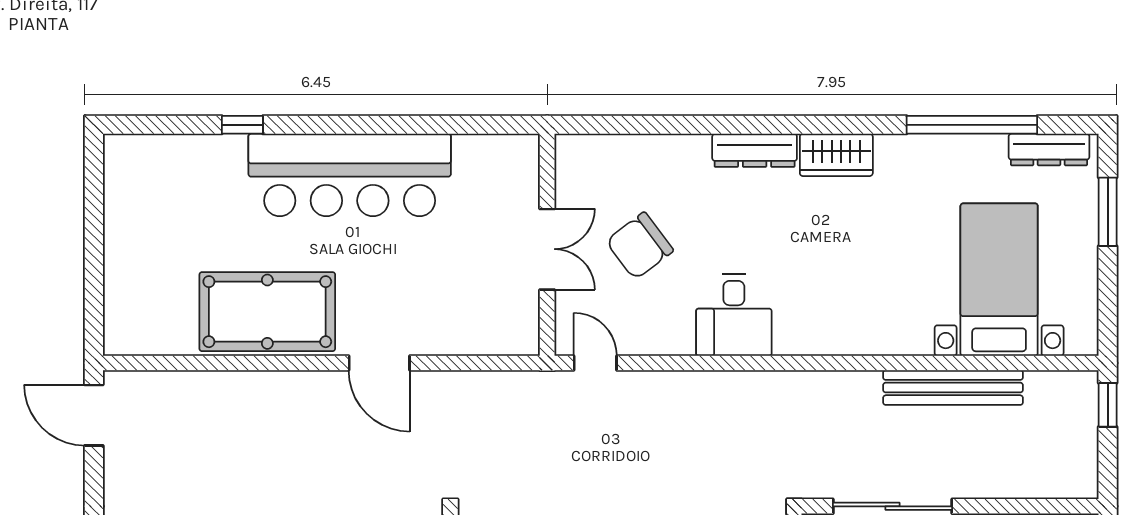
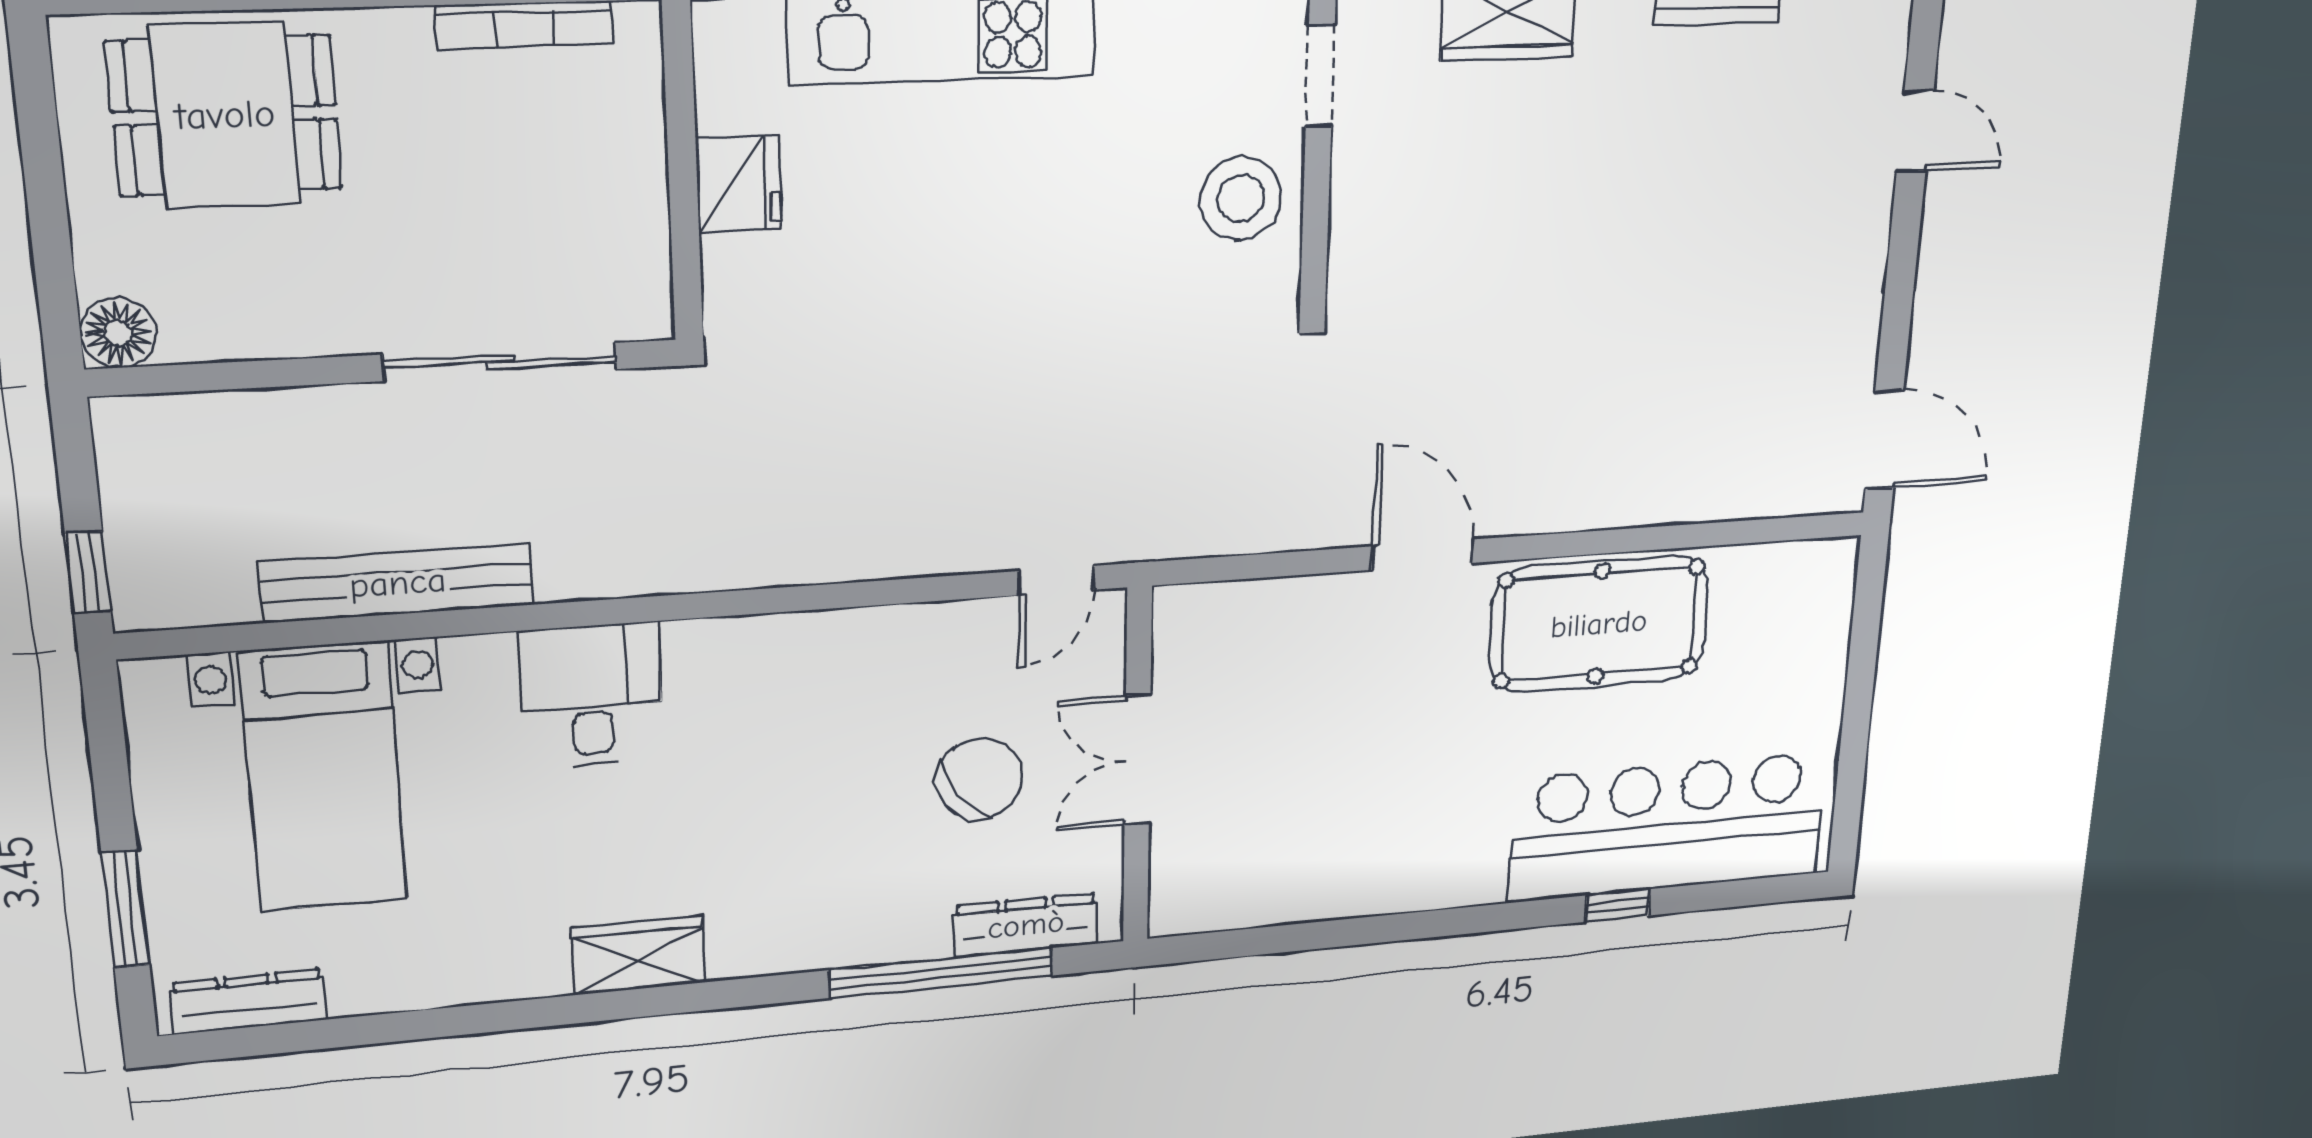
window: (972, 125) -> (941, 973), moved
dresser: (755, 150) -> (1026, 925), moved
bar counter: (350, 175) -> (1668, 827), moved
desk: (734, 315) -> (591, 695), moved
door: (595, 363) -> (1056, 580), hinge flipped

